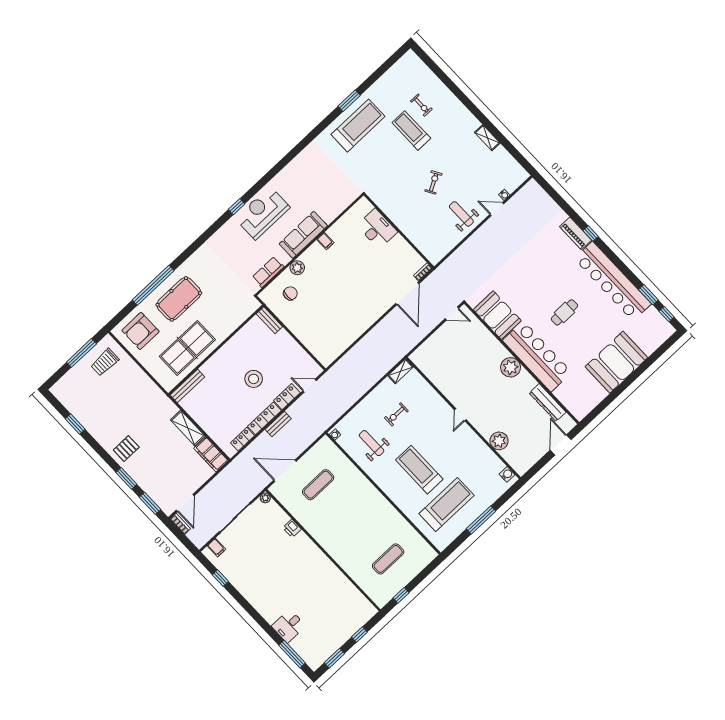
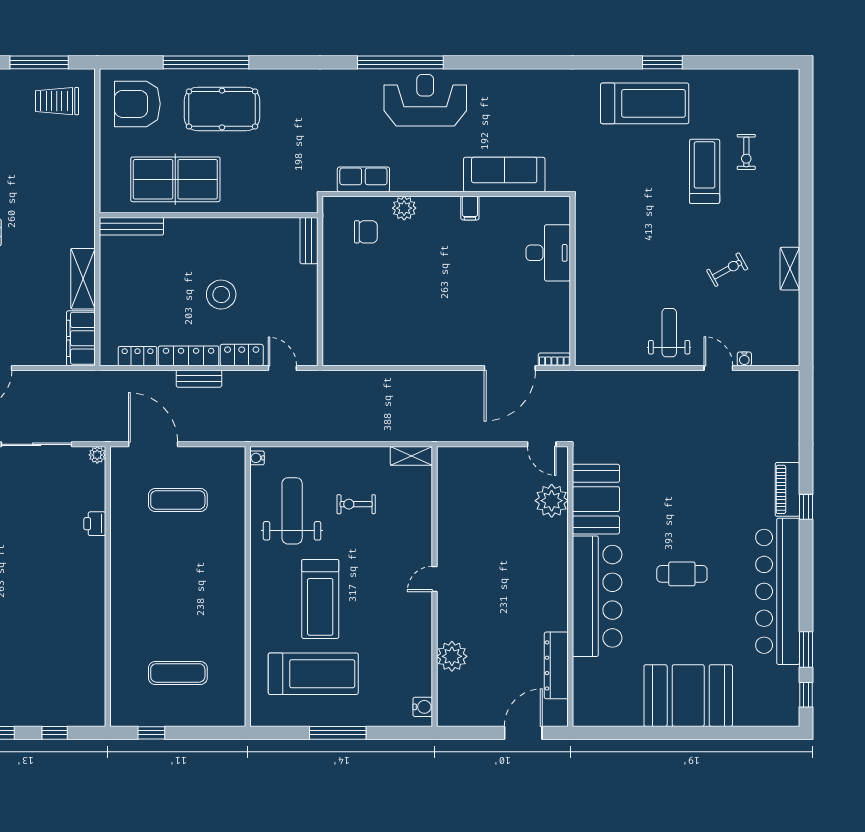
exercise bike: (434, 182) -> (727, 270), moved
window: (237, 207) -> (400, 62), width x3.17
sofa: (303, 235) -> (504, 175), moved
plant: (511, 367) -> (552, 501), moved
weight bench: (372, 443) -> (292, 511), width x1.36, depth x1.33
treadmill: (419, 470) -> (320, 599), turned 180

